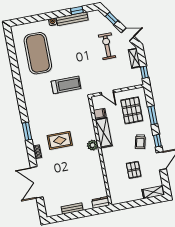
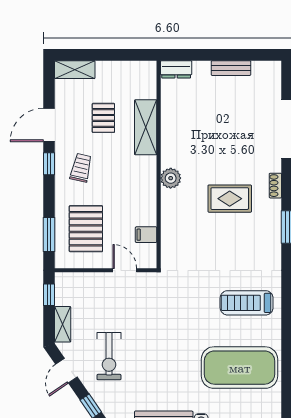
door: (128, 34) -> (66, 371), hinge flipped
exercise mat: (38, 53) -> (240, 368), turned 90
treadmill: (66, 85) -> (247, 303), moved
window: (153, 115) -> (49, 234), moved
shelving: (104, 133) -> (146, 127), moved

